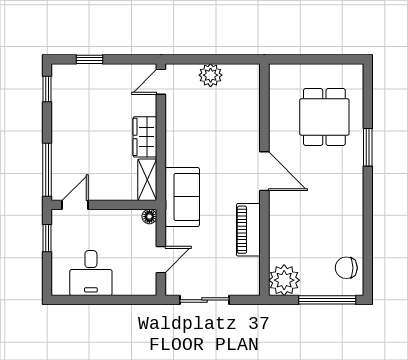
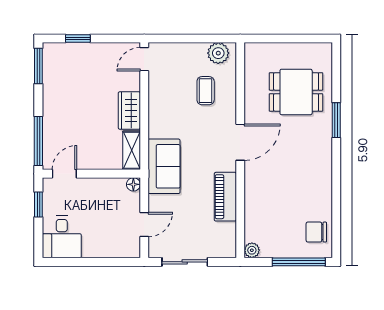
plant: (211, 75) -> (218, 53), moved
window: (47, 89) -> (38, 66), width x1.50
coffee table: (227, 116) -> (206, 91), added
dining table: (324, 117) -> (296, 92), turned 90
door: (264, 171) -> (240, 142), hinge flipped
desk: (91, 273) -> (62, 237), moved
plant: (284, 280) -> (252, 250), width x0.53, depth x0.53

